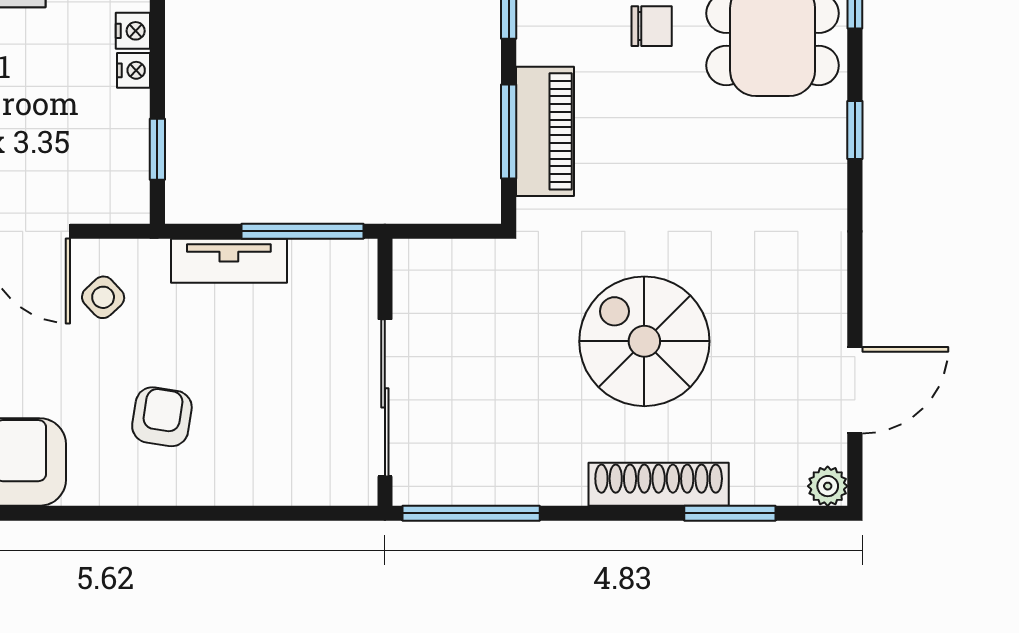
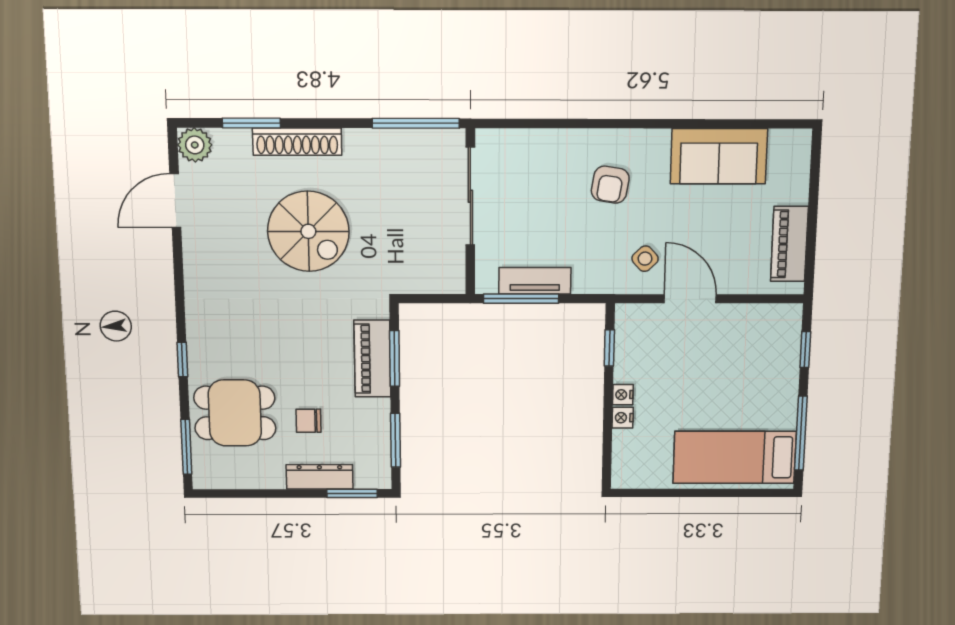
tv unit: (229, 261) -> (535, 281), moved
plant: (828, 486) -> (195, 145), width x1.38, depth x1.38

